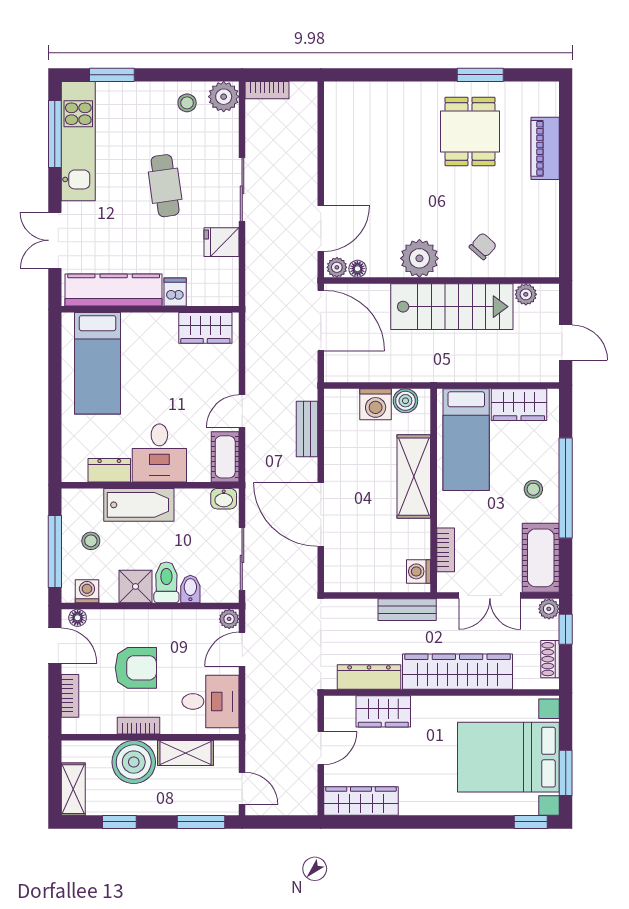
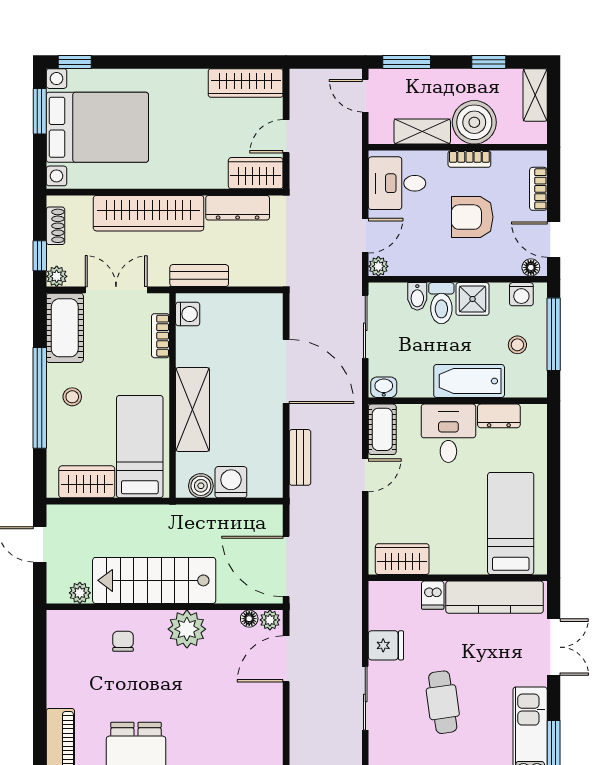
chair: (483, 246) -> (123, 641), turned 138
wardrobe: (383, 711) -> (256, 173), moved

